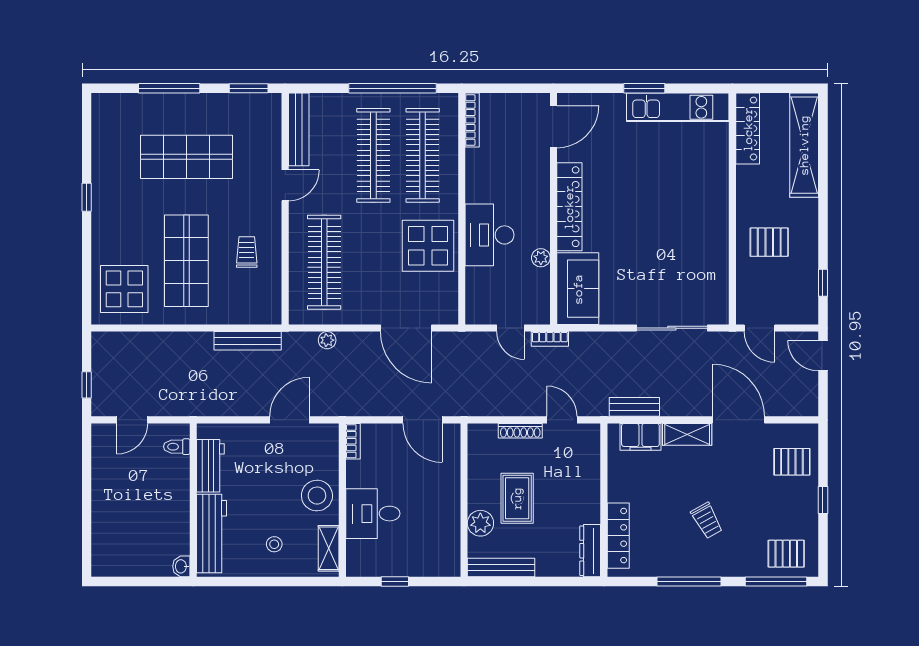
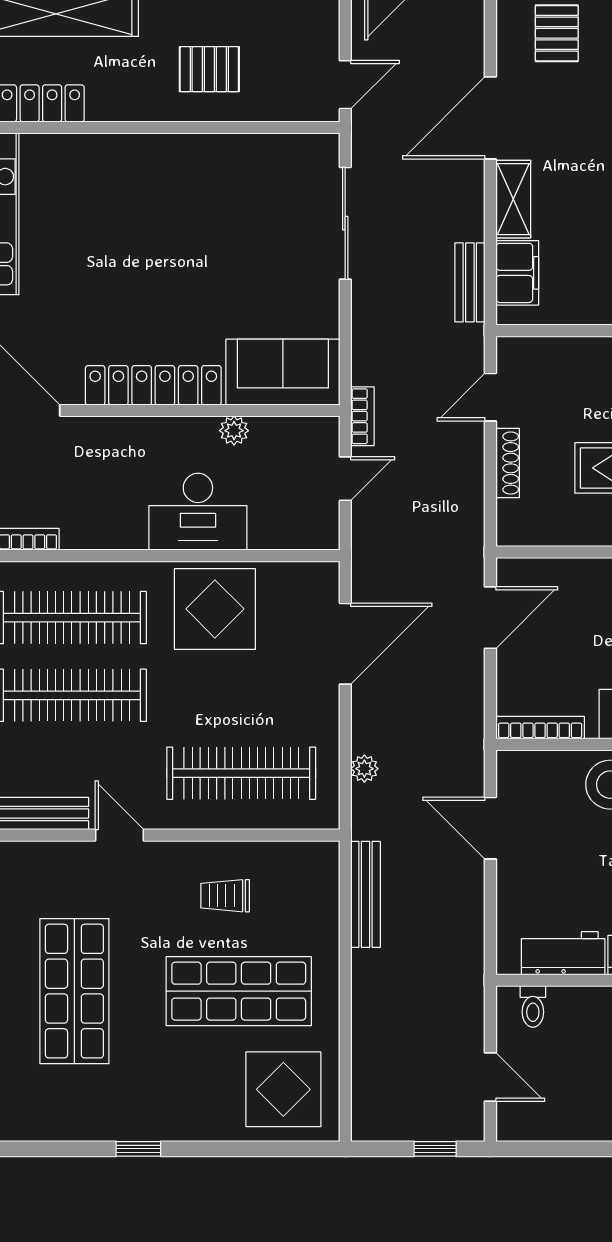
pallet: (769, 242) -> (209, 69), turned 90
bookcase: (353, 441) -> (540, 728), width x1.56

